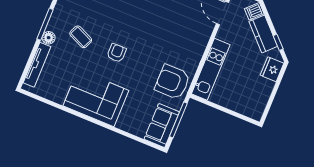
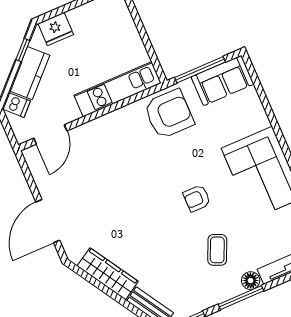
armchair: (172, 82) -> (169, 114), turned -90

